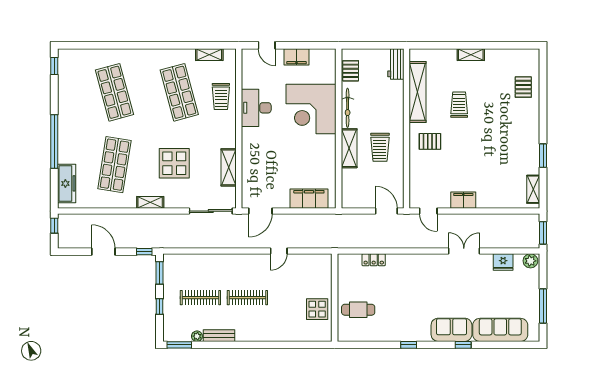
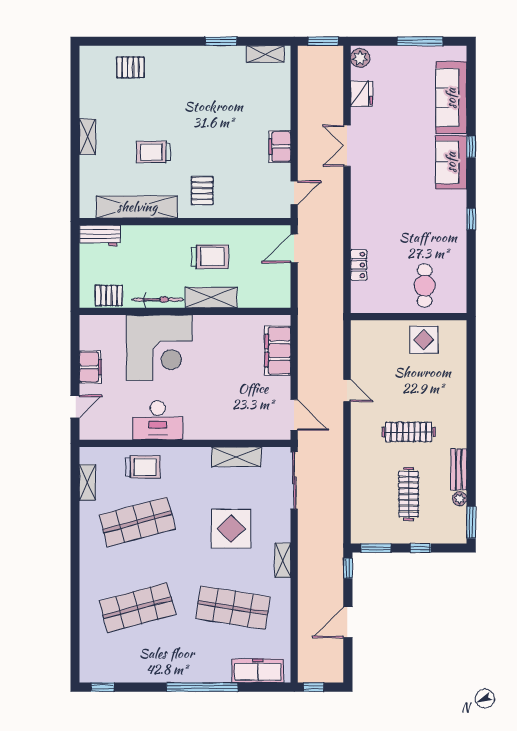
clothes rail: (247, 298) -> (409, 432), turned 90

